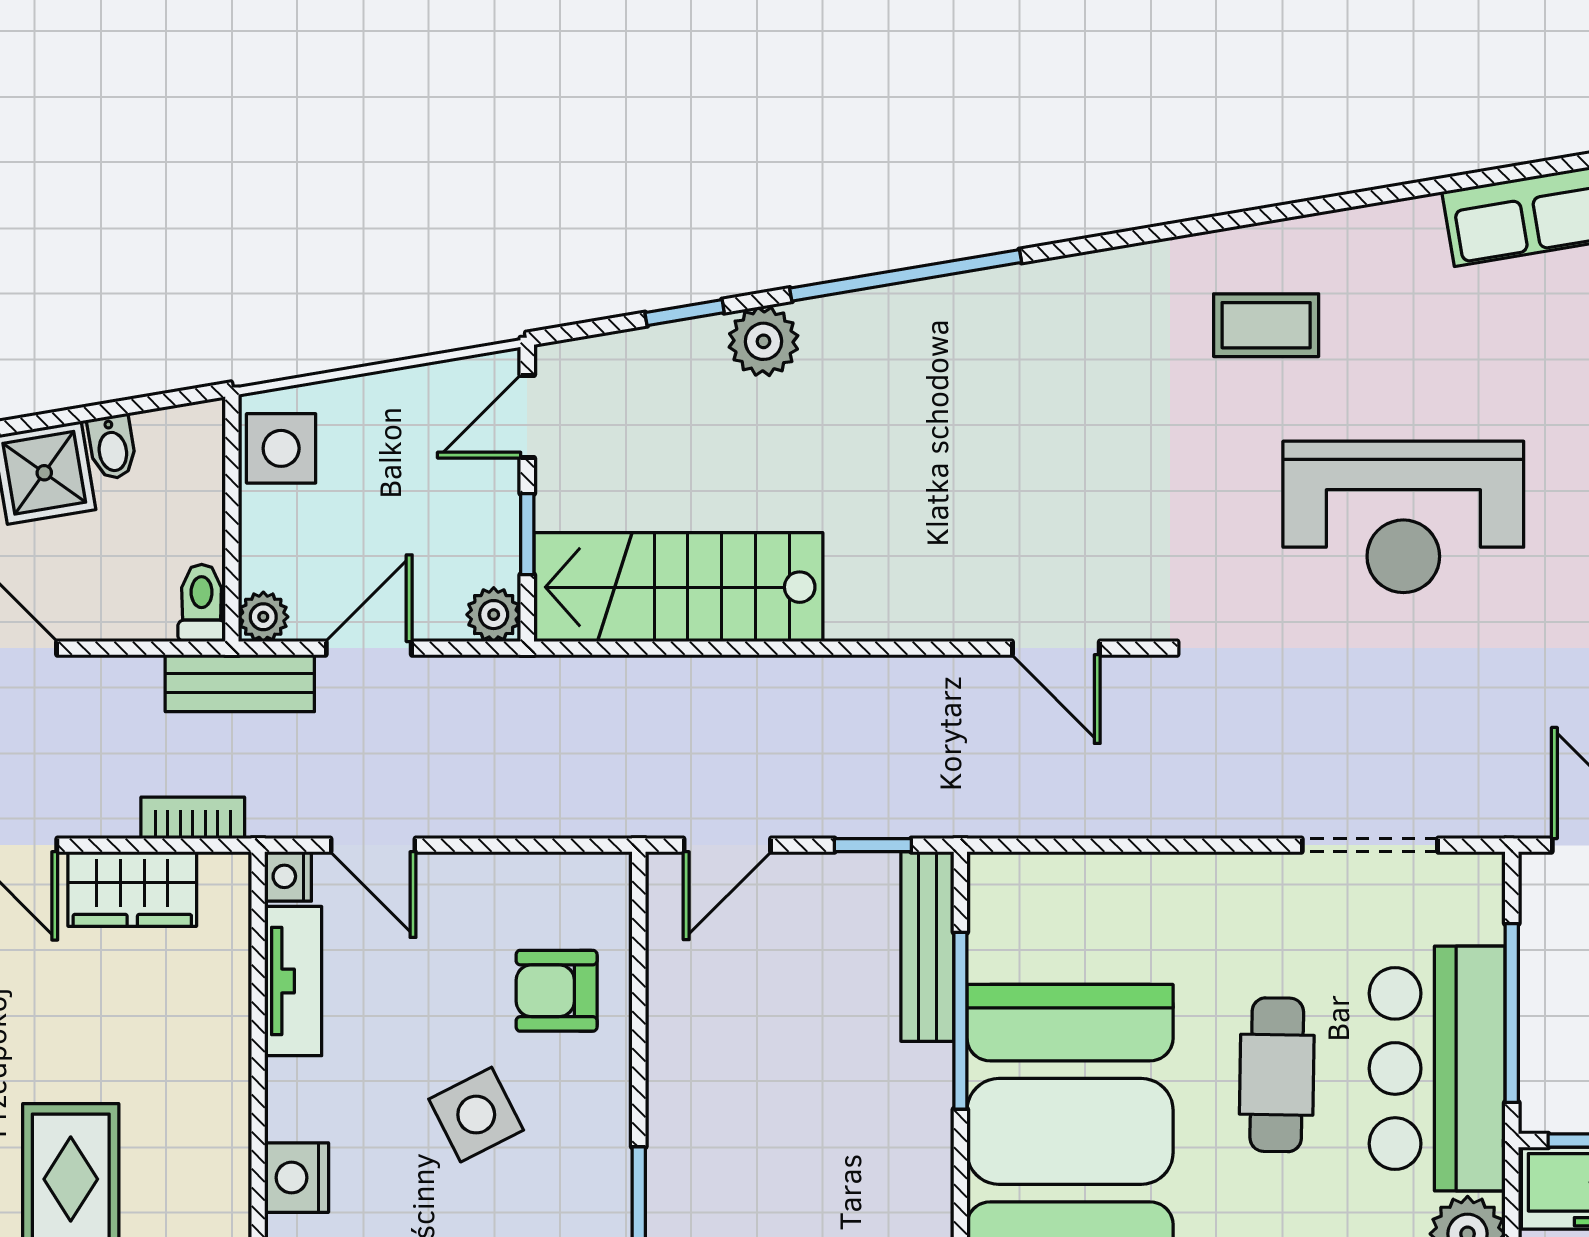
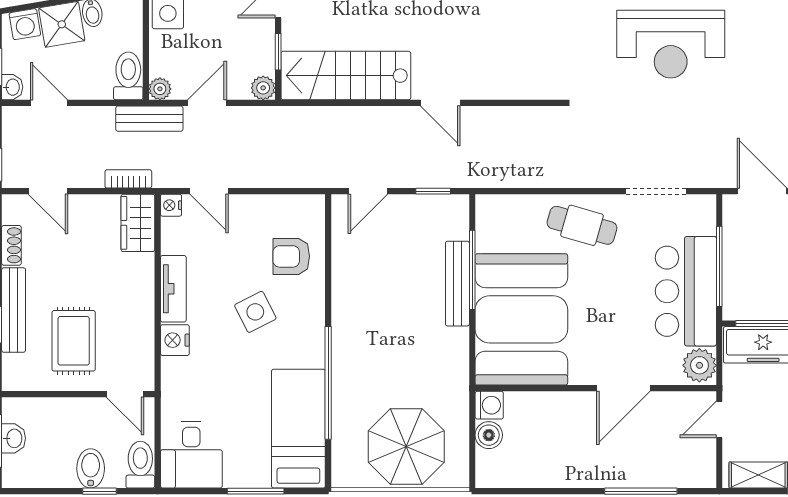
toilet: (202, 603) -> (128, 76), width x1.37, depth x1.39
door: (1056, 648) -> (440, 103), moved
wardrobe: (132, 889) -> (138, 223), moved, turned 90
bench: (927, 946) -> (457, 284), moved
tv unit: (293, 981) -> (173, 289), moved
cafe table: (1277, 1075) -> (582, 225), moved, turned -75

